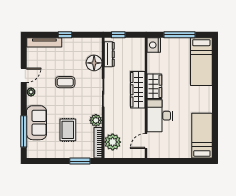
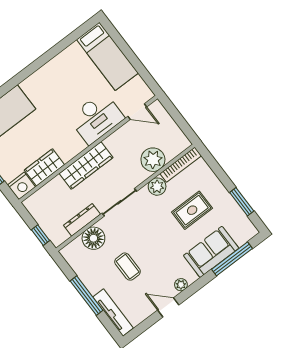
window: (65, 35) -> (87, 296), width x2.17
dresser: (109, 54) -> (82, 220), moved
coffee table: (65, 82) -> (128, 267), moved
wardrobe: (154, 86) -> (44, 167), moved
bed: (202, 136) -> (107, 56), moved, turned -90
plant: (113, 142) -> (153, 160), moved
window: (80, 161) -> (242, 202), moved

